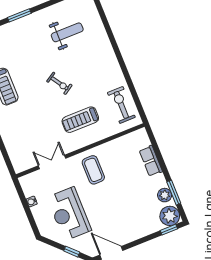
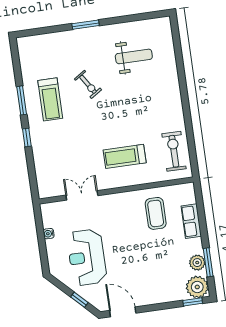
exercise bike: (59, 83) -> (88, 84), moved
coffee table: (93, 170) -> (156, 213), moved

